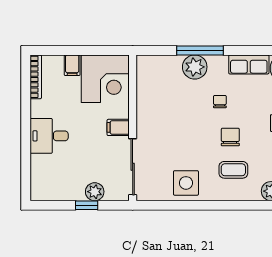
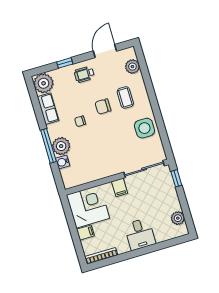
water cooler: (173, 63) -> (63, 162), added
plant: (95, 192) -> (178, 218), moved
window: (87, 205) -> (176, 178), moved

